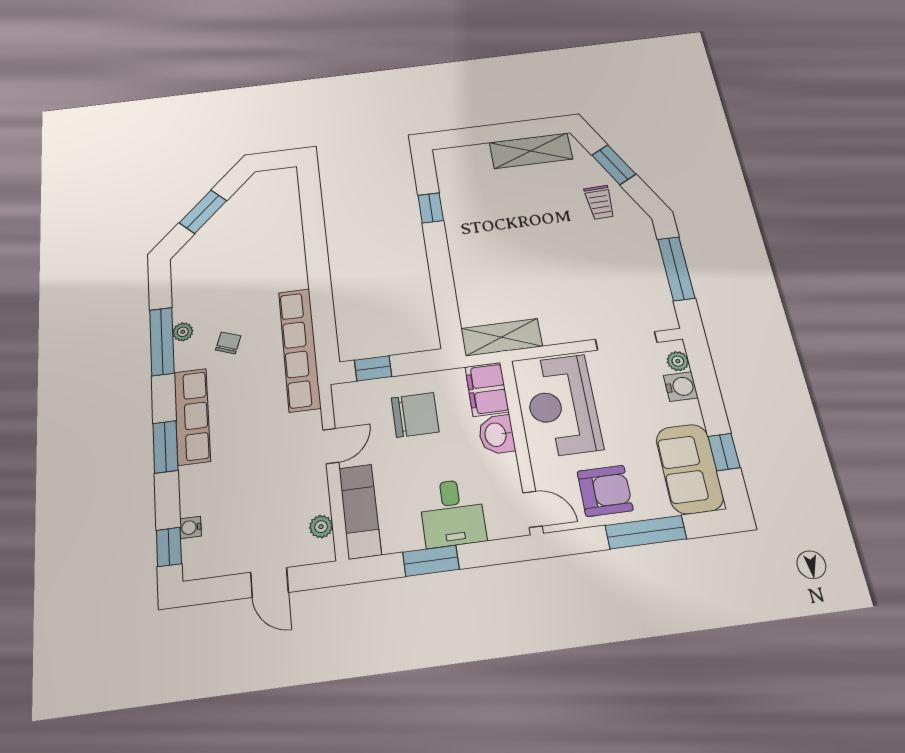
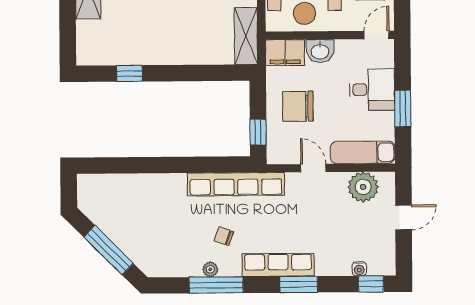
window: (203, 212) -> (109, 250), width x1.44
chair: (415, 415) -> (298, 106), turned -90
plant: (321, 527) -> (363, 187), width x1.88, depth x1.88

